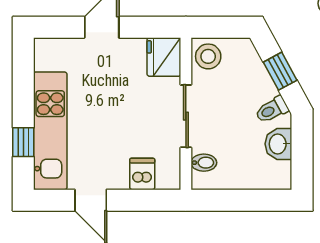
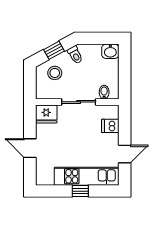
stool: (208, 56) -> (55, 73), moved
window: (23, 142) -> (80, 191), moved
washbasin: (278, 144) -> (110, 51), moved

